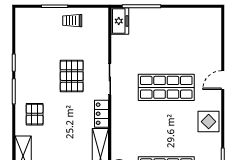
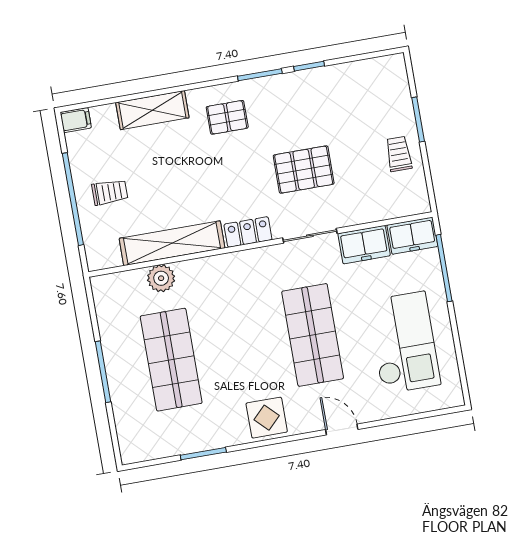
checkout: (180, 36) -> (404, 343), added
freezer: (120, 49) -> (364, 245), added

